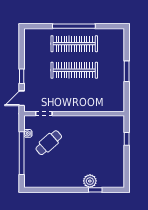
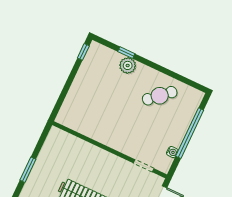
window: (127, 139) -> (83, 52), moved
cafe table: (49, 143) -> (160, 96), moved

